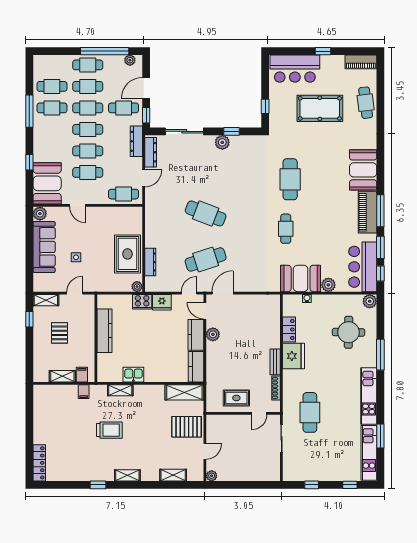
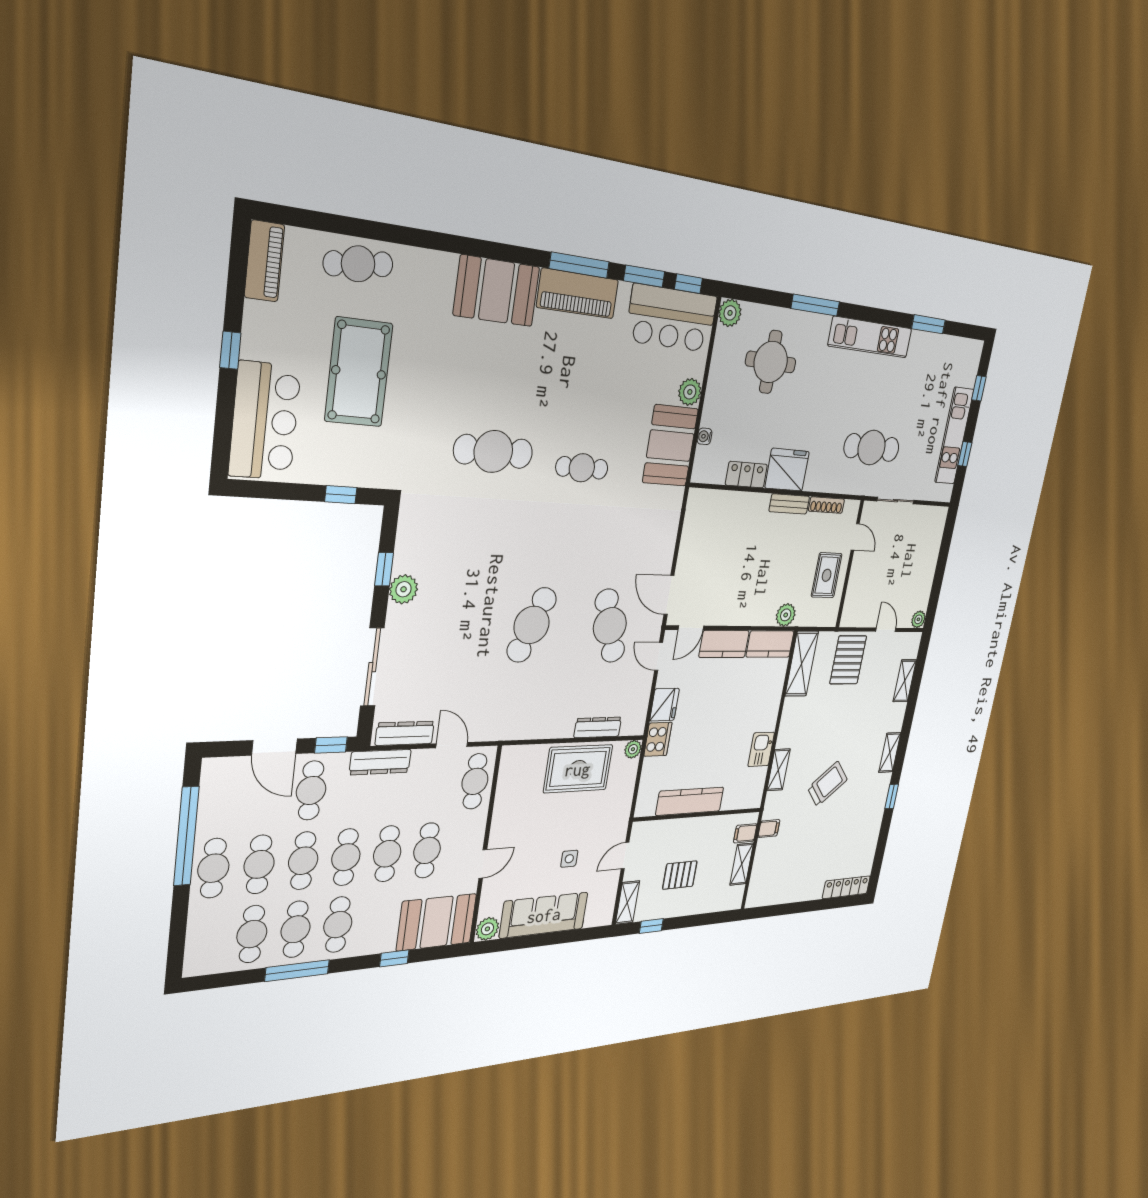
plant: (130, 60) -> (211, 783), removed
cafe table: (52, 129) -> (338, 925), added
door: (75, 293) -> (625, 856), hinge flipped
plant: (213, 334) -> (786, 615), moved
trolley: (109, 430) -> (827, 784), turned 50
kitchen unit: (369, 453) -> (954, 436), moved, turned 90

